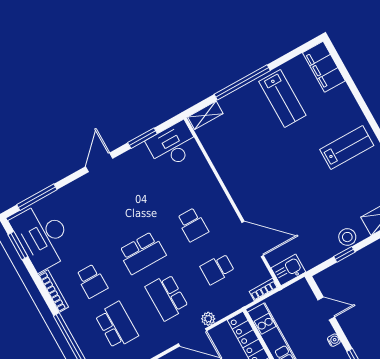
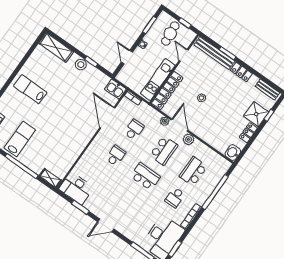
school desk: (217, 269) -> (134, 130), turned -90
school desk: (92, 281) -> (175, 197), turned 180
plant: (166, 340) -> (188, 139), added

